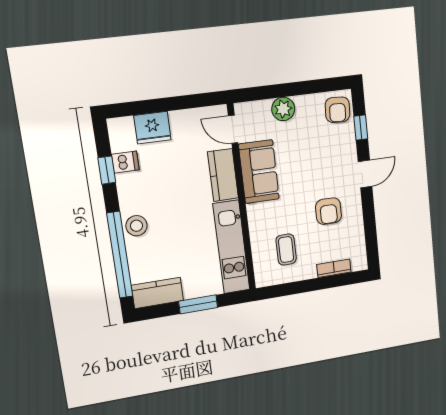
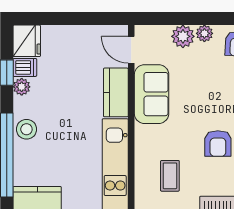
plant: (304, 103) -> (204, 33), added
fridge: (152, 128) -> (27, 41), moved, turned -90
plant: (125, 183) -> (22, 87), added

